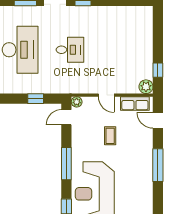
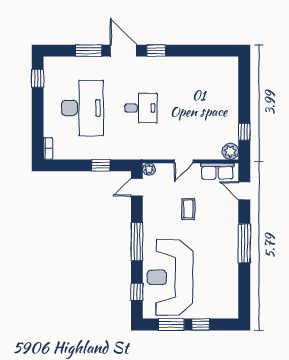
door: (106, 95) -> (184, 161), hinge flipped

